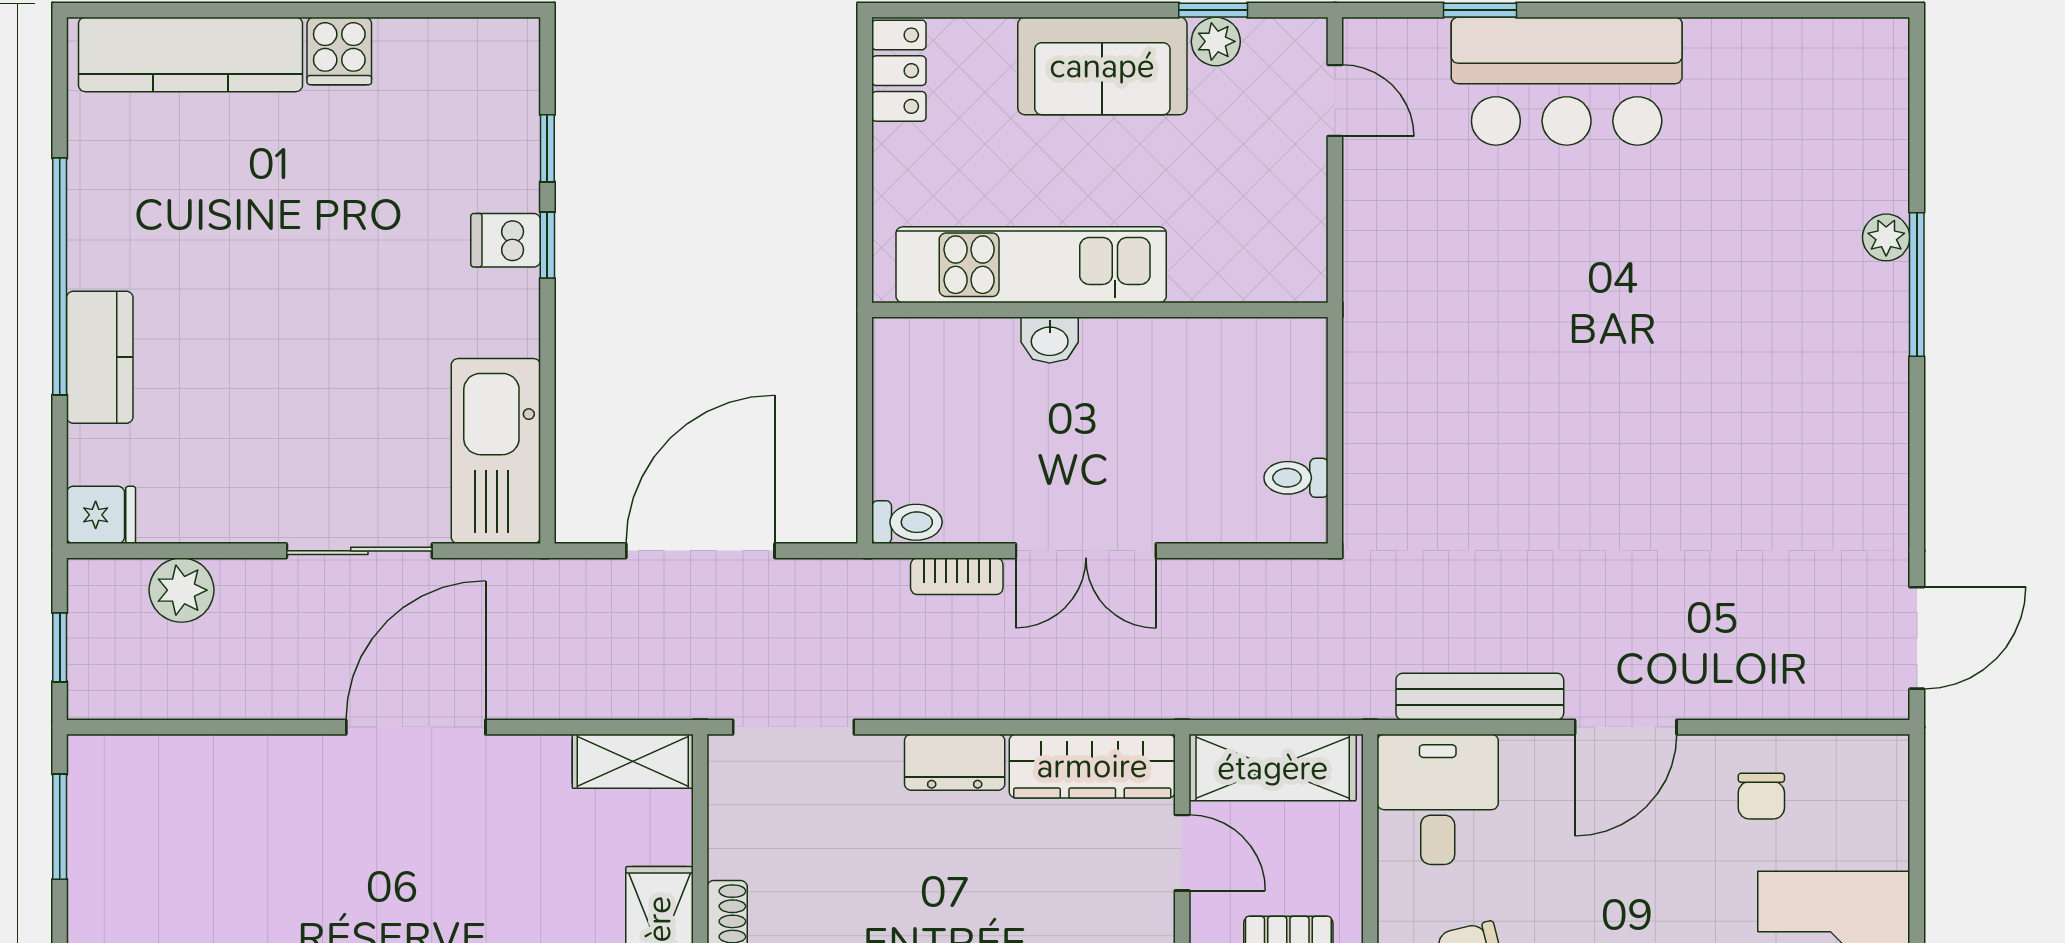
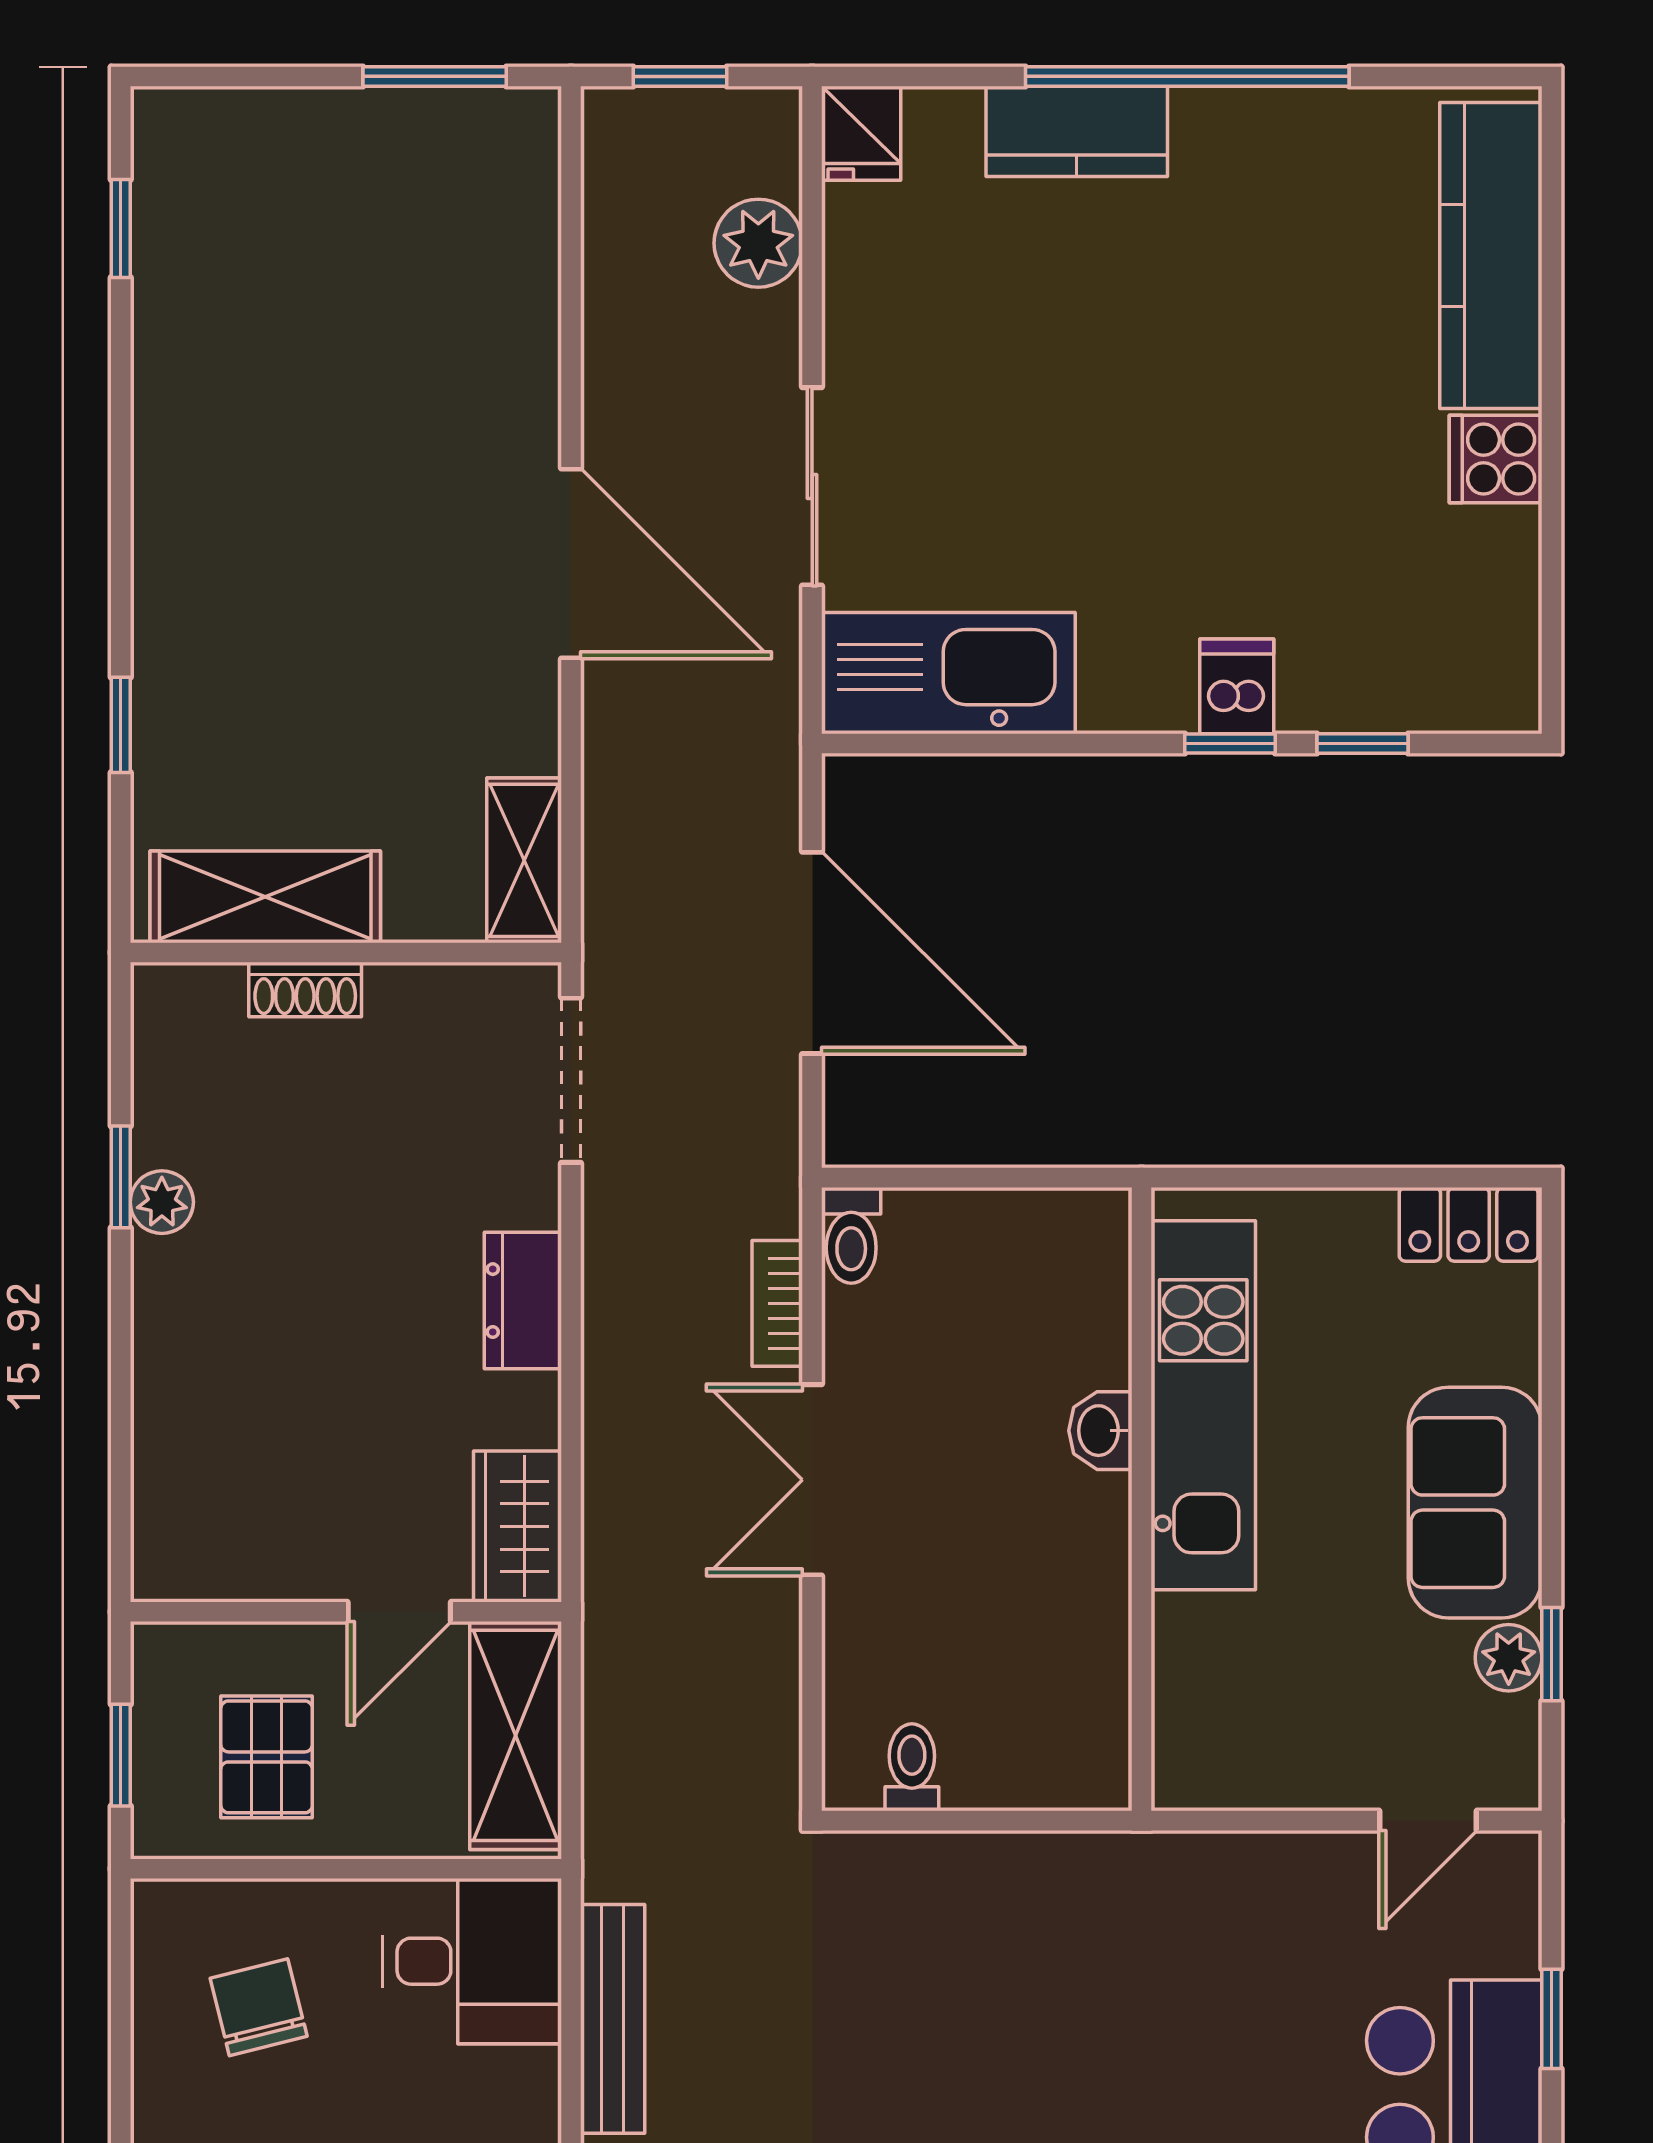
wardrobe: (1092, 766) -> (517, 1526), width x0.67

